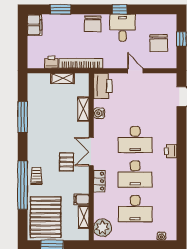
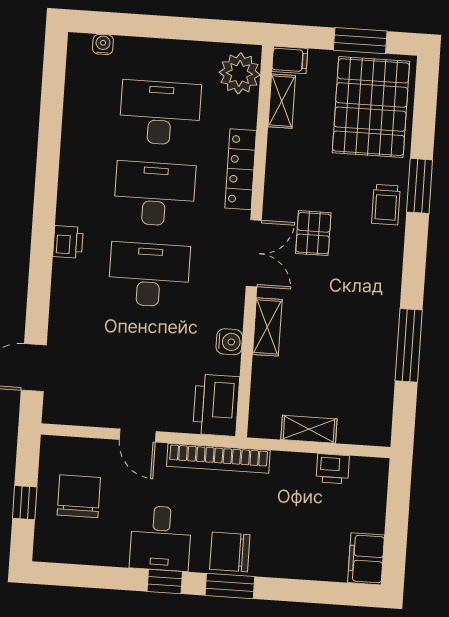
window: (60, 9) -> (230, 586), moved
chair: (93, 24) -> (230, 552), turned -90
bookcase: (81, 63) -> (218, 458), moved
shelving: (83, 109) -> (267, 327), moved
locker: (99, 181) -> (241, 169), width x1.53
window: (23, 185) -> (420, 186), width x0.47
filing cabinet: (82, 199) -> (290, 60), moved

